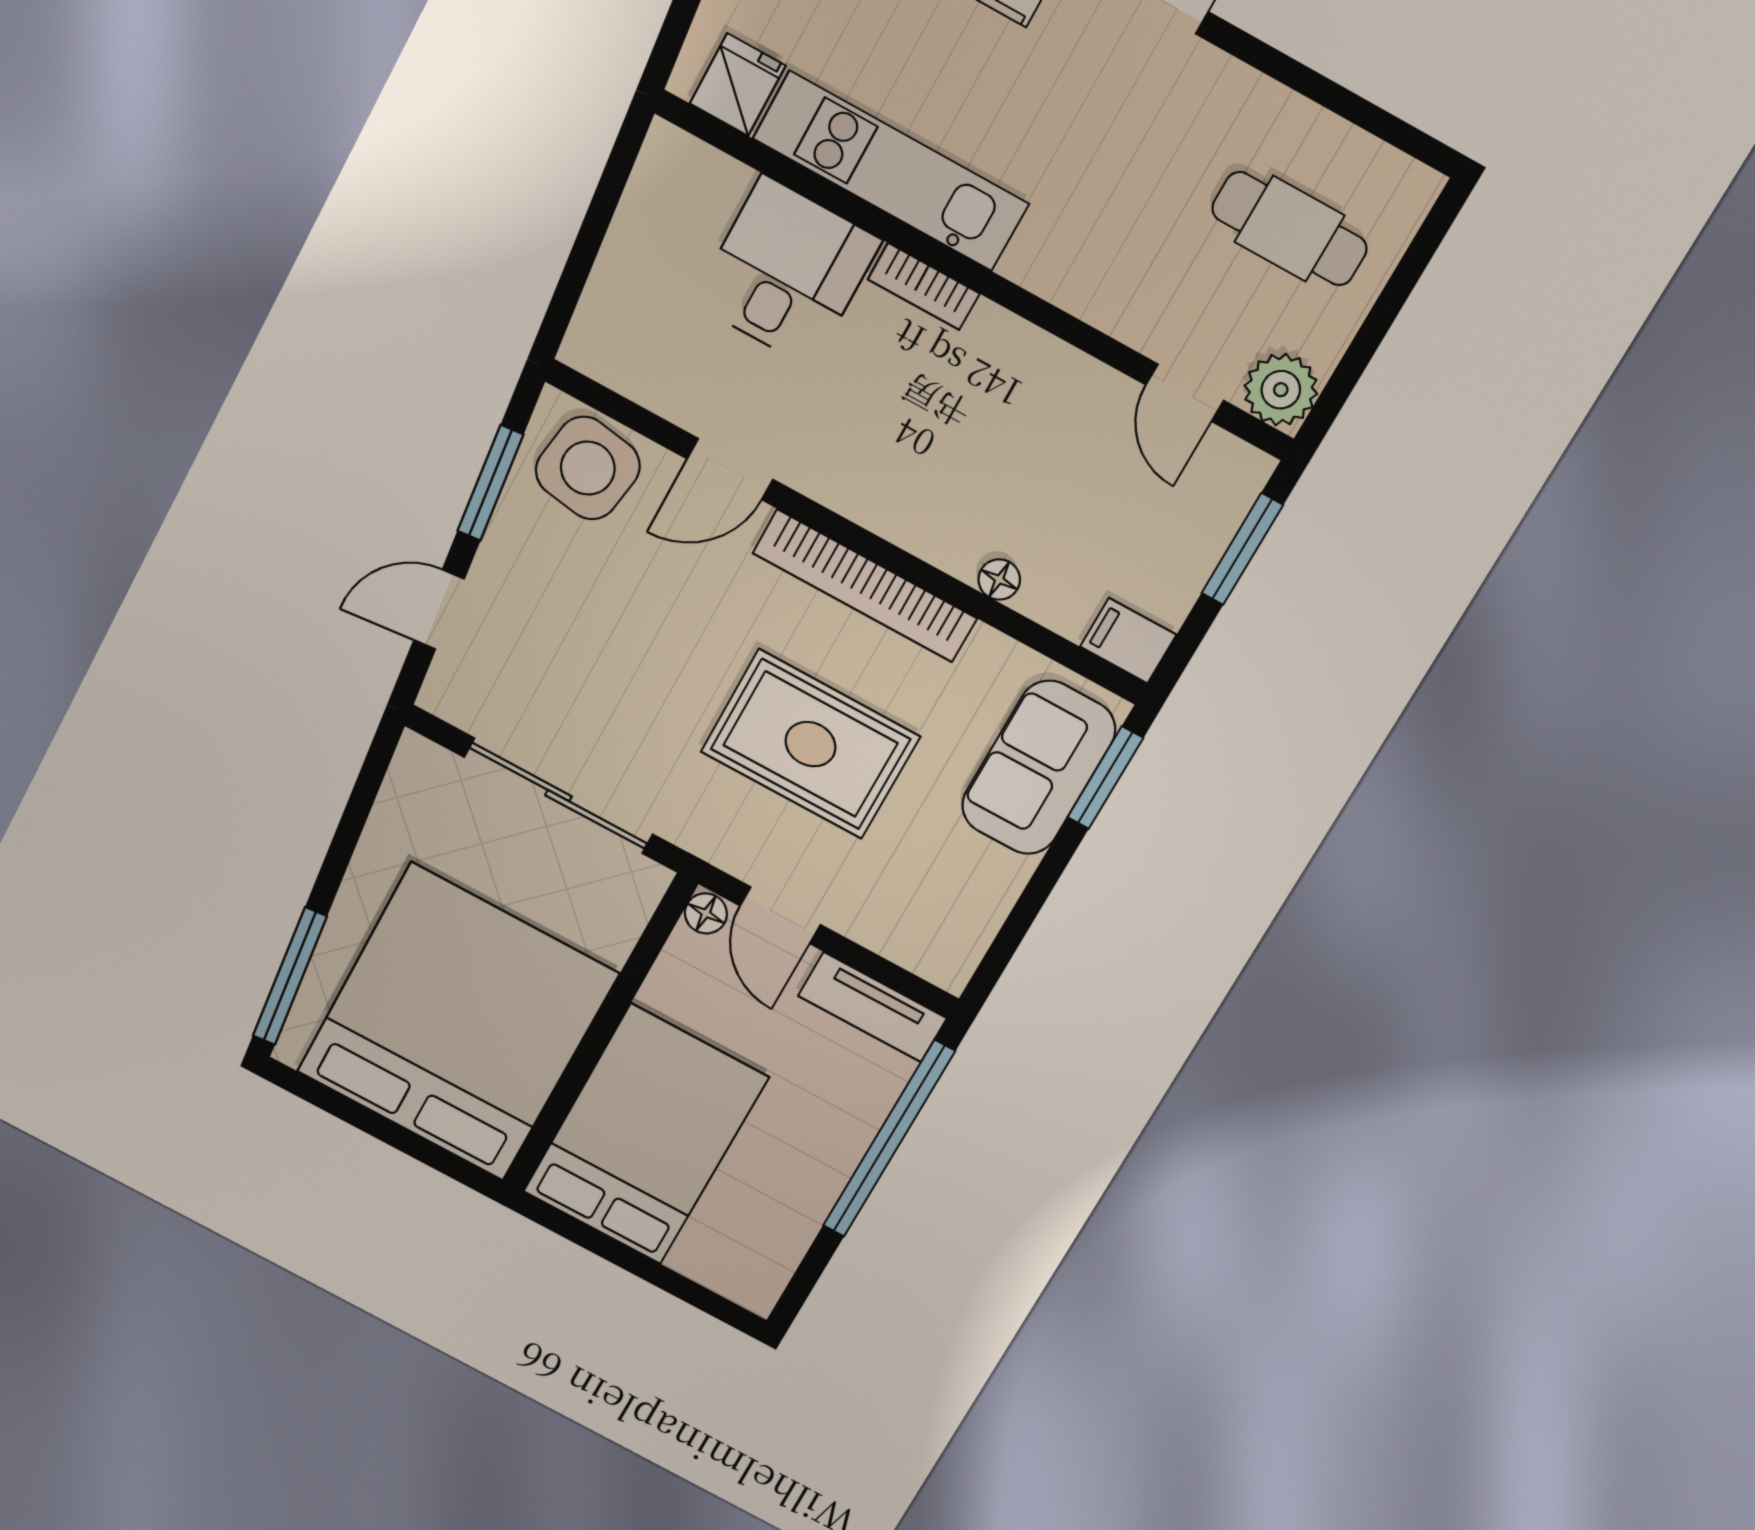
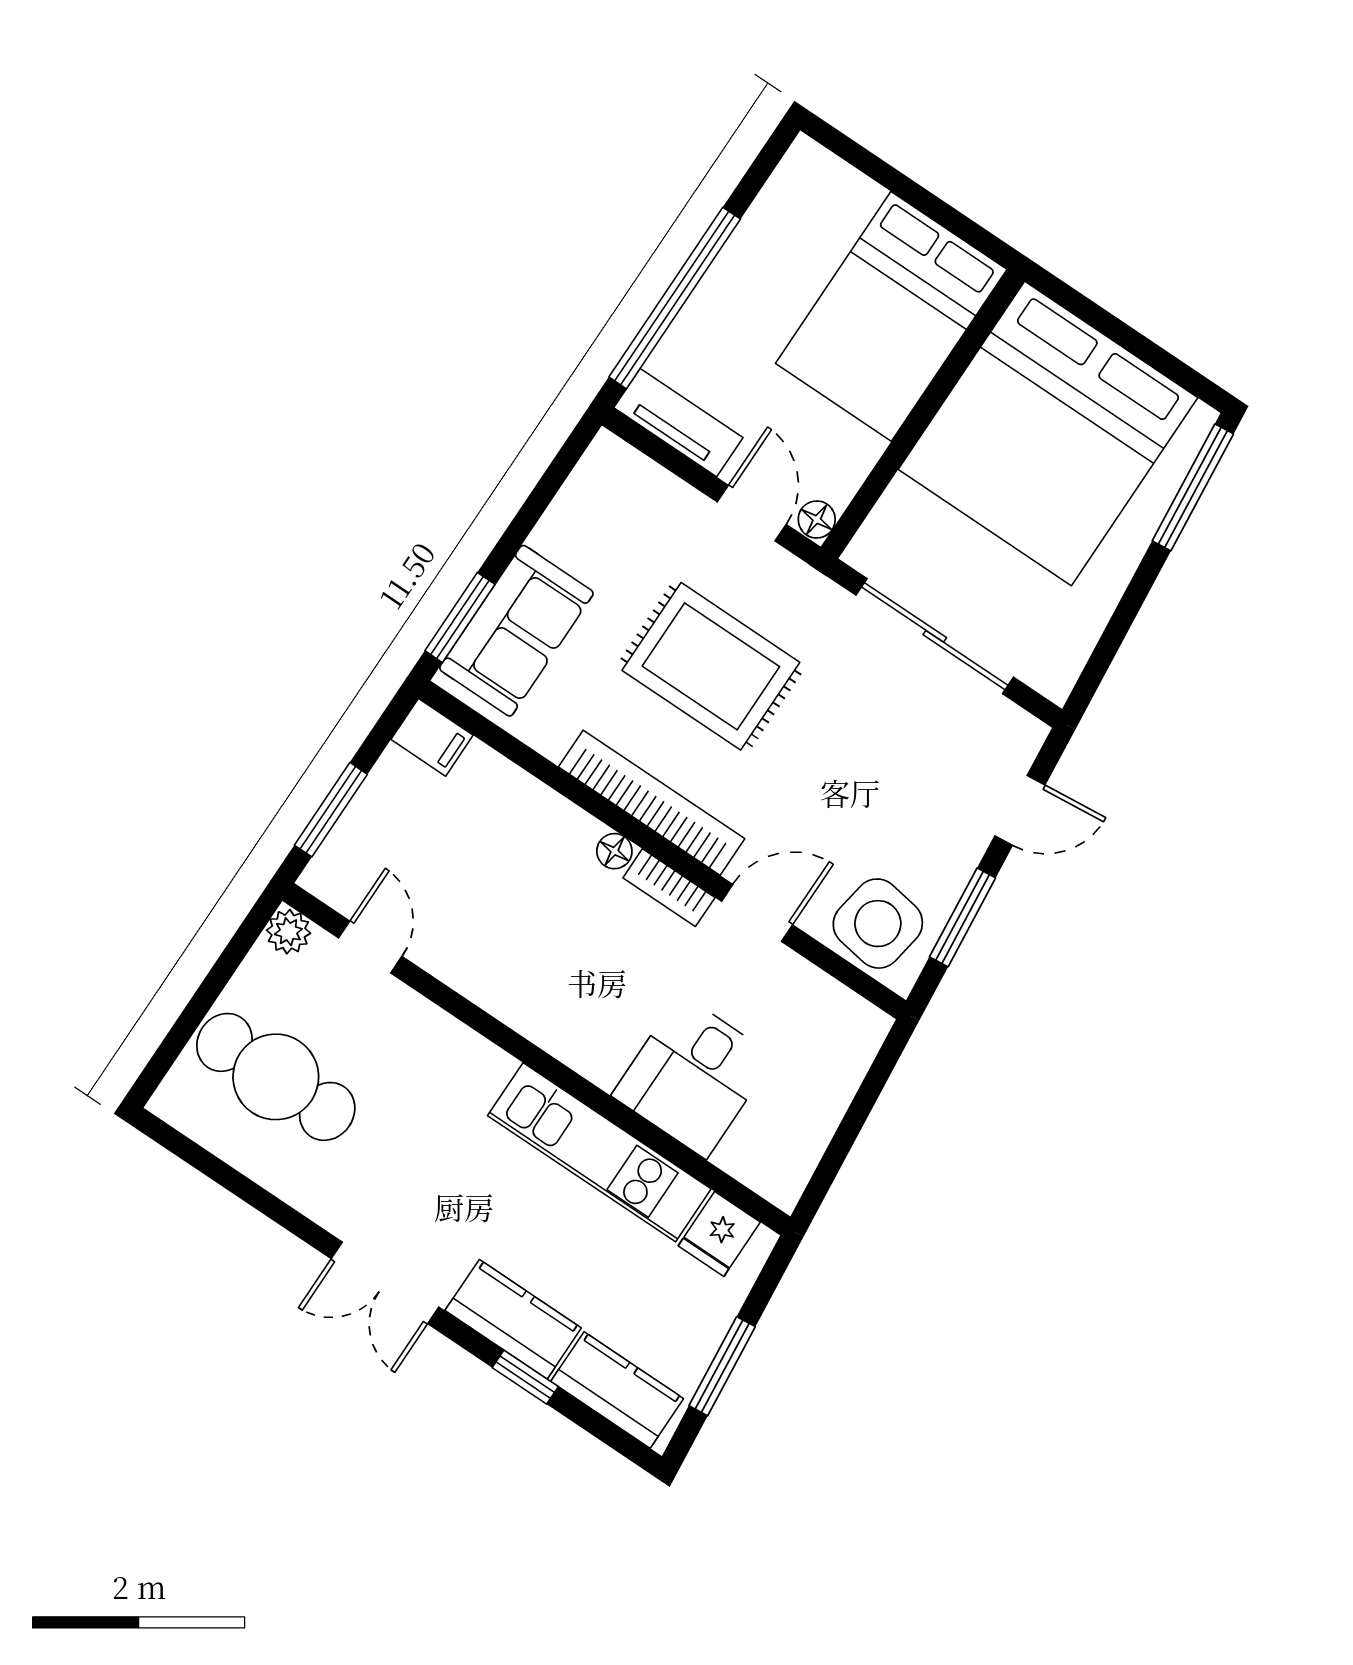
cafe table: (1290, 229) -> (276, 1077), width x1.37, depth x1.35
bookcase: (924, 286) -> (669, 888), moved, turned 180
plant: (1281, 390) -> (288, 932), width x0.73, depth x0.73
floor lamp: (999, 580) -> (614, 851), moved

